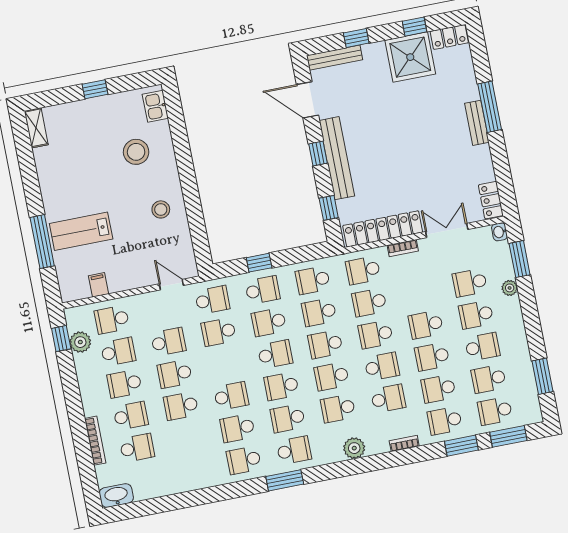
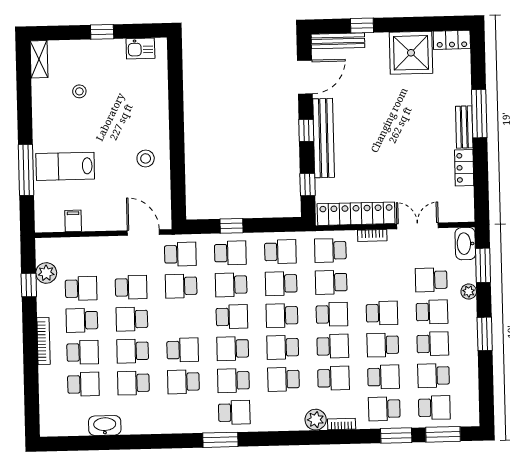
window: (414, 27) -> (420, 24), removed
door: (307, 100) -> (305, 77), swing flipped
kitchen sink: (155, 106) -> (140, 48), moved, turned -90
stool: (136, 152) -> (79, 91), moved, width x0.53, depth x0.53
locker: (491, 200) -> (464, 168), moved
washbasin: (499, 232) -> (465, 244), width x1.91, depth x1.45
school desk: (313, 280) -> (280, 252), turned 180
door: (171, 285) -> (143, 233), width x1.38
school desk: (476, 315) -> (432, 312), turned 180
school desk: (112, 320) -> (80, 257), removed
school desk: (426, 325) -> (382, 313), turned 180
school desk: (376, 334) -> (332, 314), turned 180
window: (61, 339) -> (29, 285), moved
window: (543, 376) -> (485, 334), moved
school desk: (438, 389) -> (384, 377), turned 180
school desk: (495, 411) -> (434, 408), turned 180
bookcase: (95, 441) -> (43, 341), moved
plant: (354, 448) -> (316, 420), moved
school desk: (244, 460) -> (133, 383), moved
washbasin: (116, 496) -> (105, 426), moved

